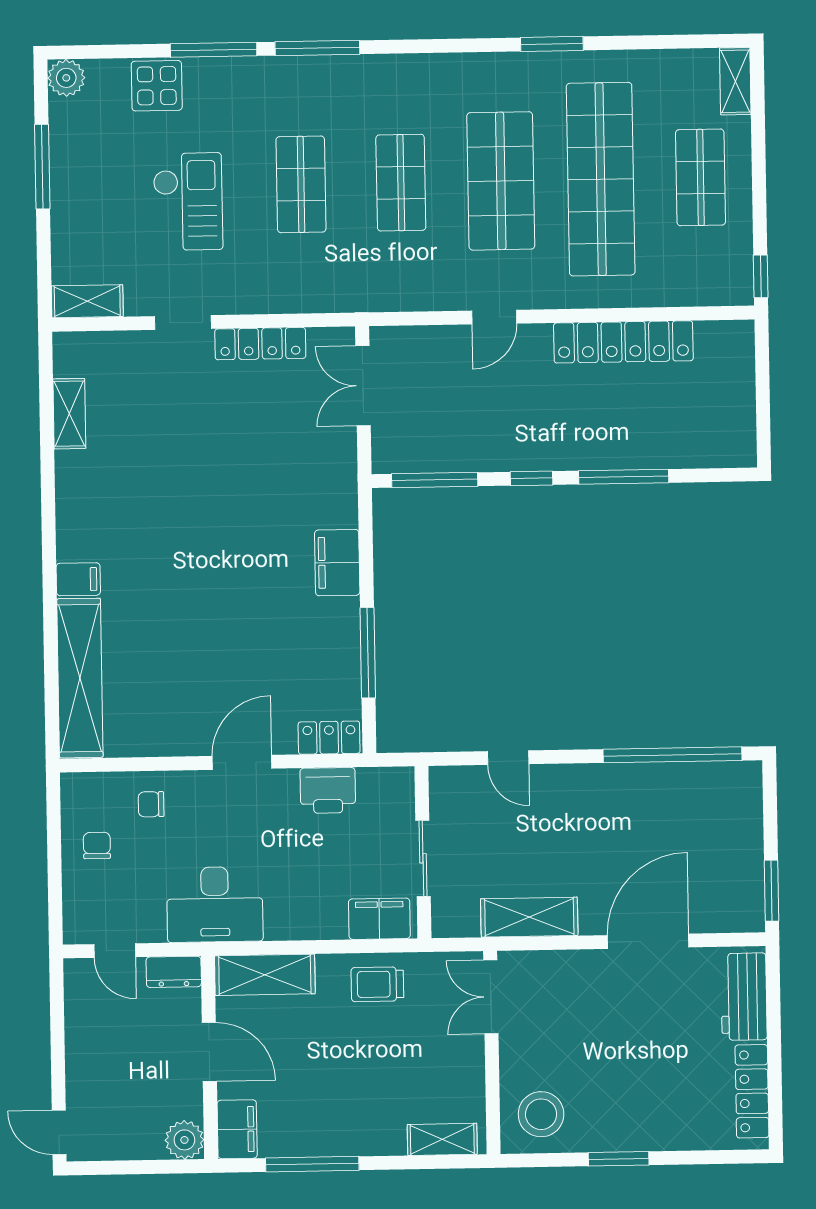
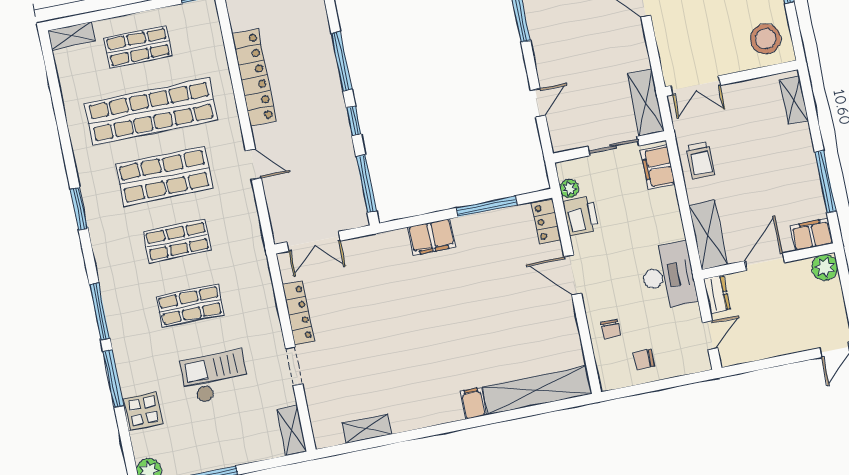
window: (552, 44) -> (79, 209), moved
plant: (372, 781) -> (569, 188), added
shelving: (529, 917) -> (646, 102), moved

